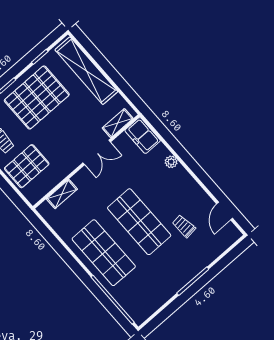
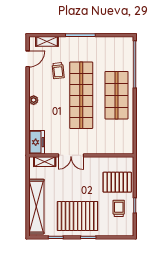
double door: (97, 152) -> (71, 155), swing flipped
plant: (171, 162) -> (34, 100), moved
shelving: (62, 194) -> (47, 41), moved
shop shelf: (139, 222) -> (81, 95), width x1.40

